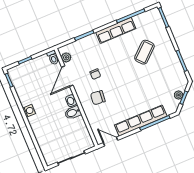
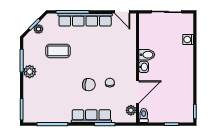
row of seats: (116, 30) -> (91, 116), moved
coffee table: (144, 52) -> (58, 51), moved, turned 42
plant: (171, 54) -> (30, 72), added
chair: (98, 98) -> (89, 85), moved
washing machine: (29, 111) -> (188, 40), moved

